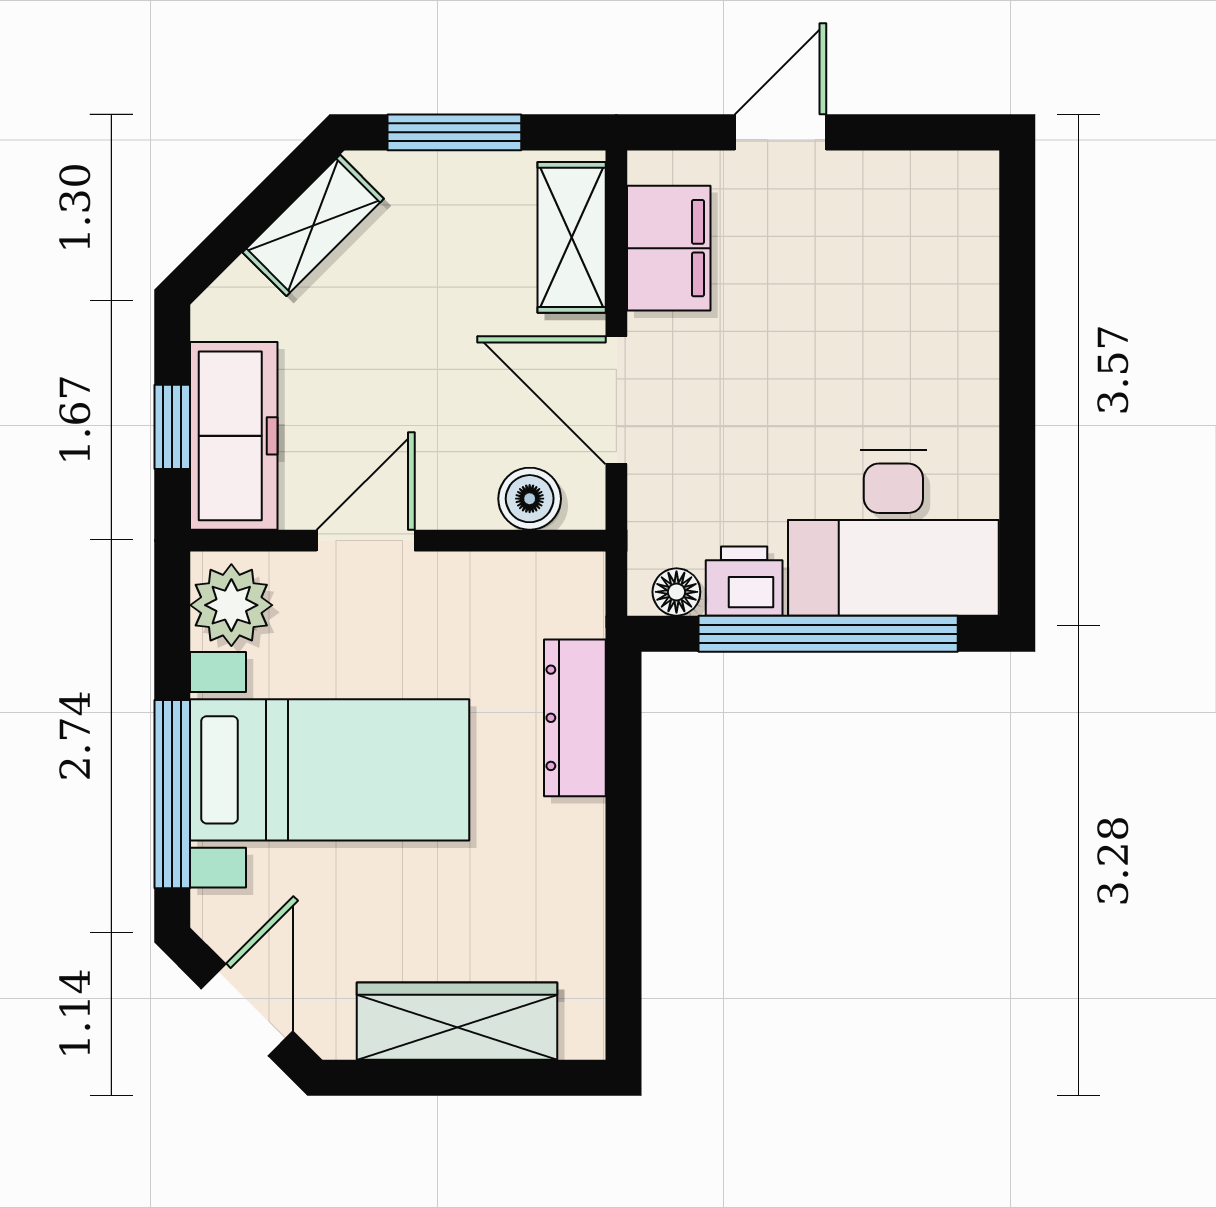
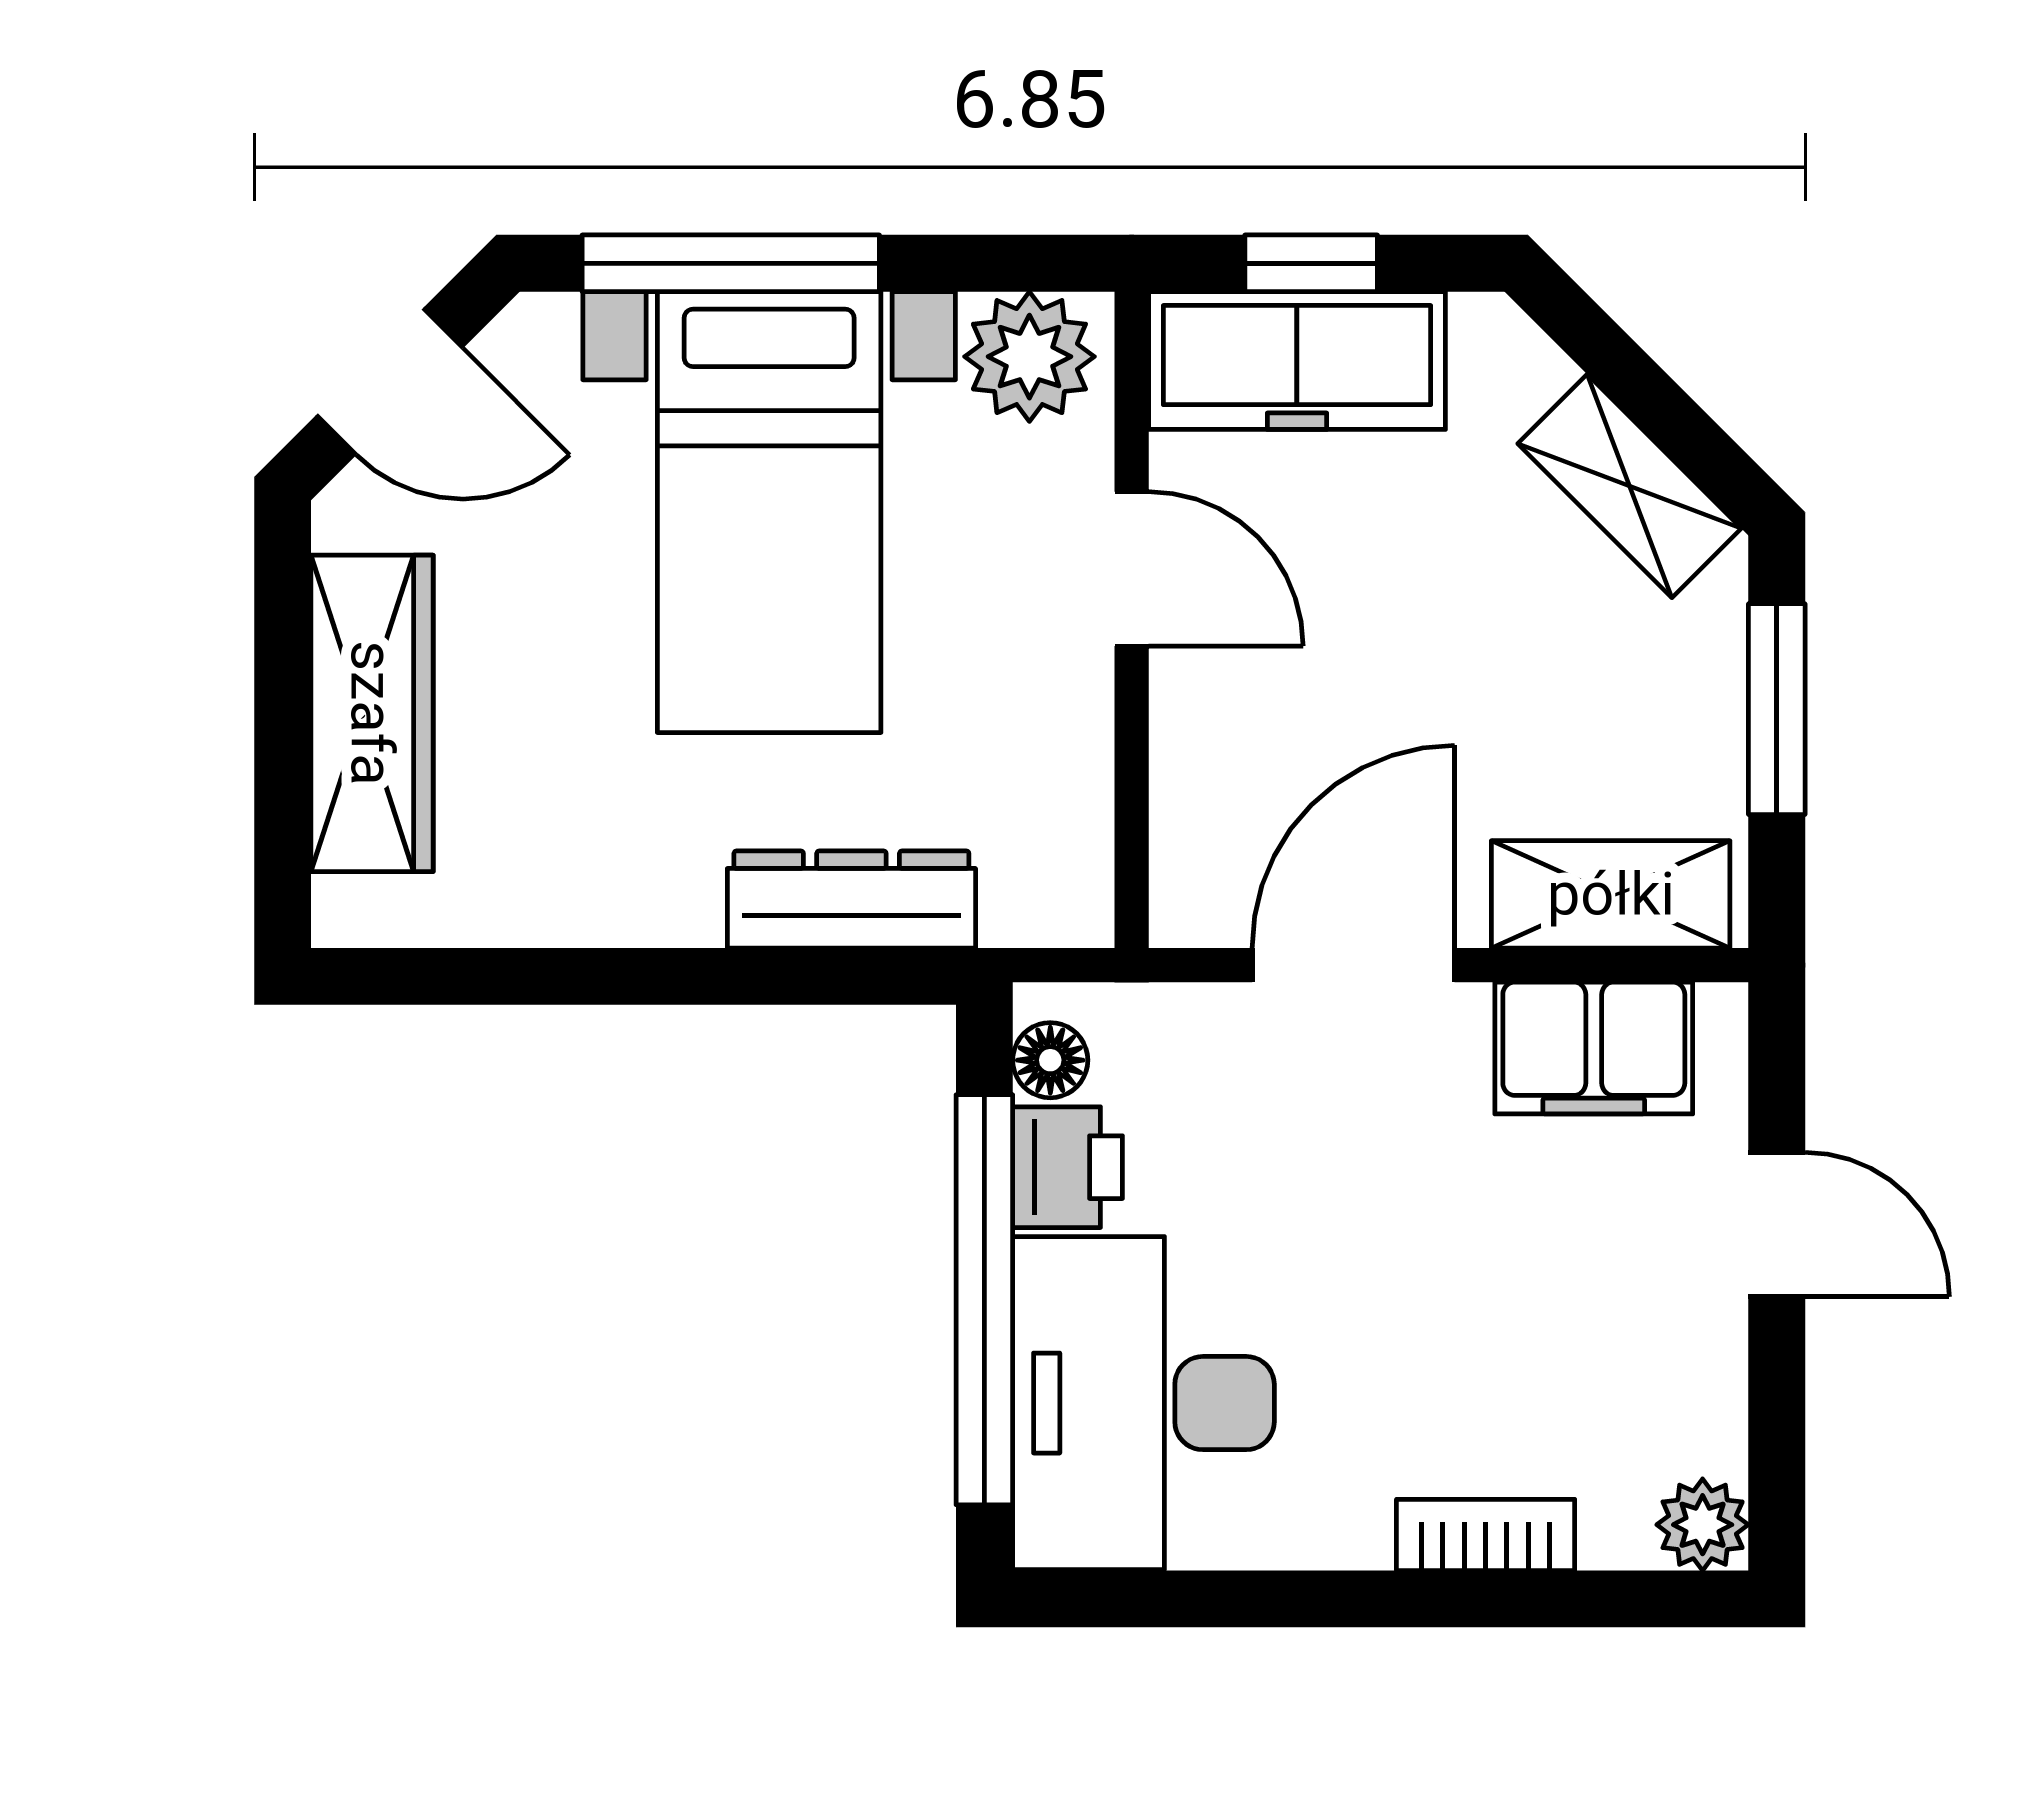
plant: (970, 179) -> (1703, 1525), added
bookcase: (977, 317) -> (1486, 1535), added
boiler: (530, 499) -> (1198, 828), removed

